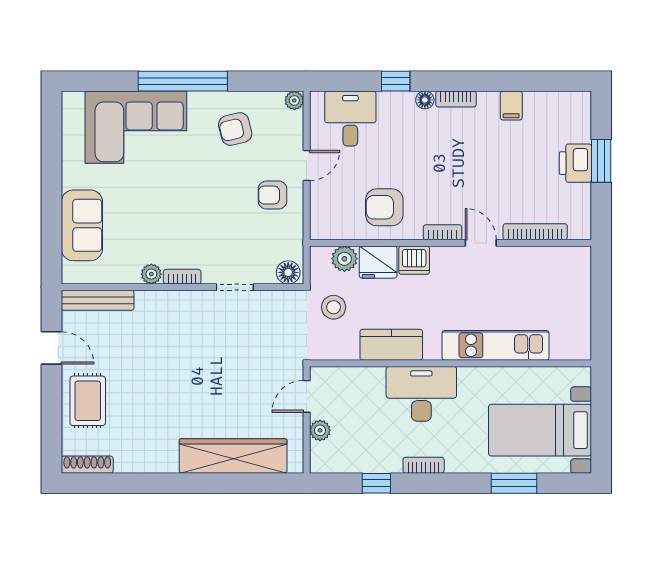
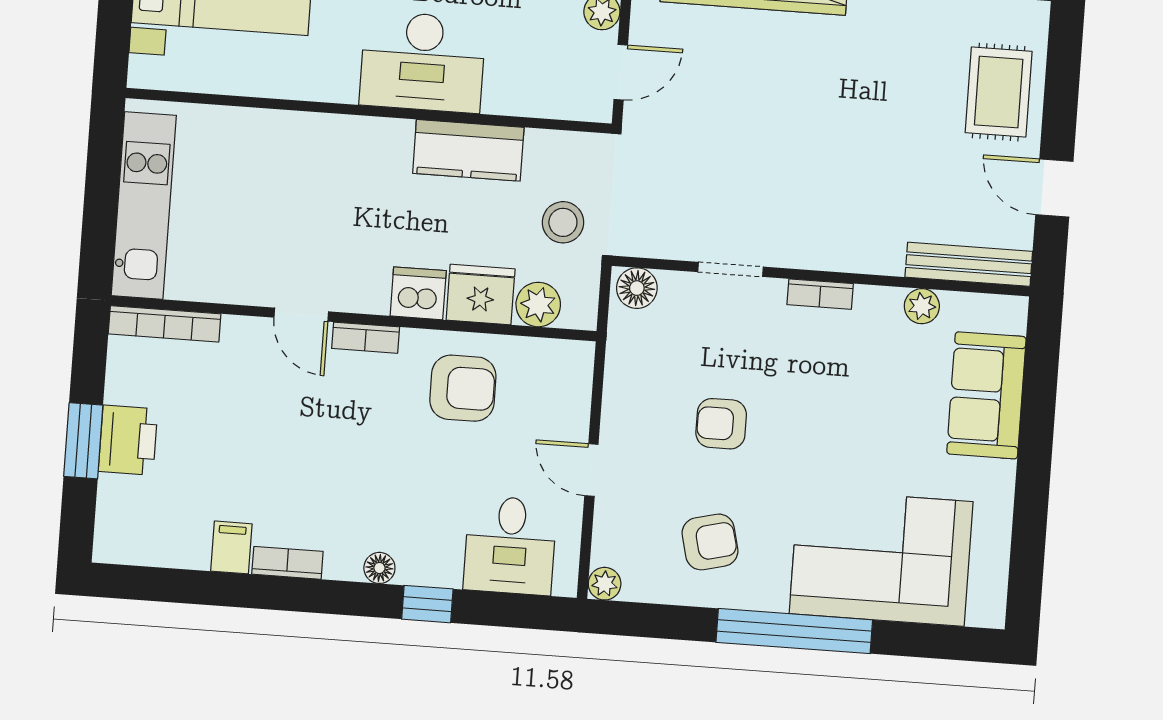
bookcase: (456, 99) -> (287, 563), moved
door: (307, 165) -> (591, 470), hinge flipped
armchair: (273, 195) -> (721, 424), moved, turned 180
bookcase: (535, 232) -> (165, 324), moved
plant: (151, 274) -> (922, 306), moved
kitchen unit: (496, 345) -> (144, 205), moved, turned -90

